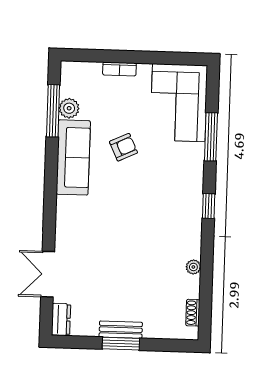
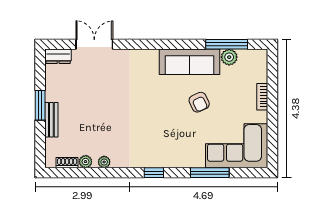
plant: (192, 290) -> (86, 162), added
bench: (121, 330) -> (51, 120), moved

